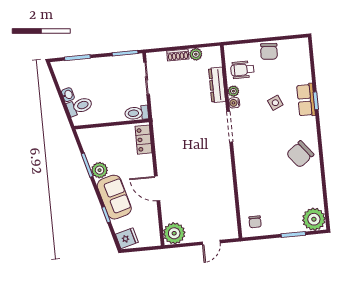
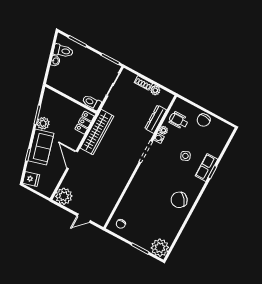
toilet: (80, 106) -> (63, 51), moved
wardrobe: (164, 141) -> (97, 132), added

